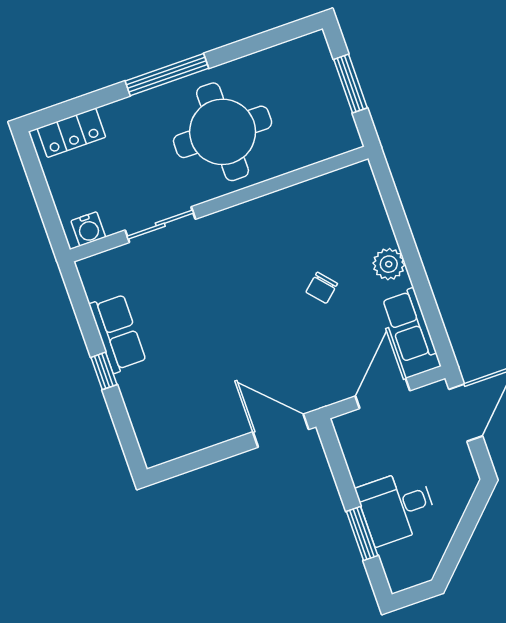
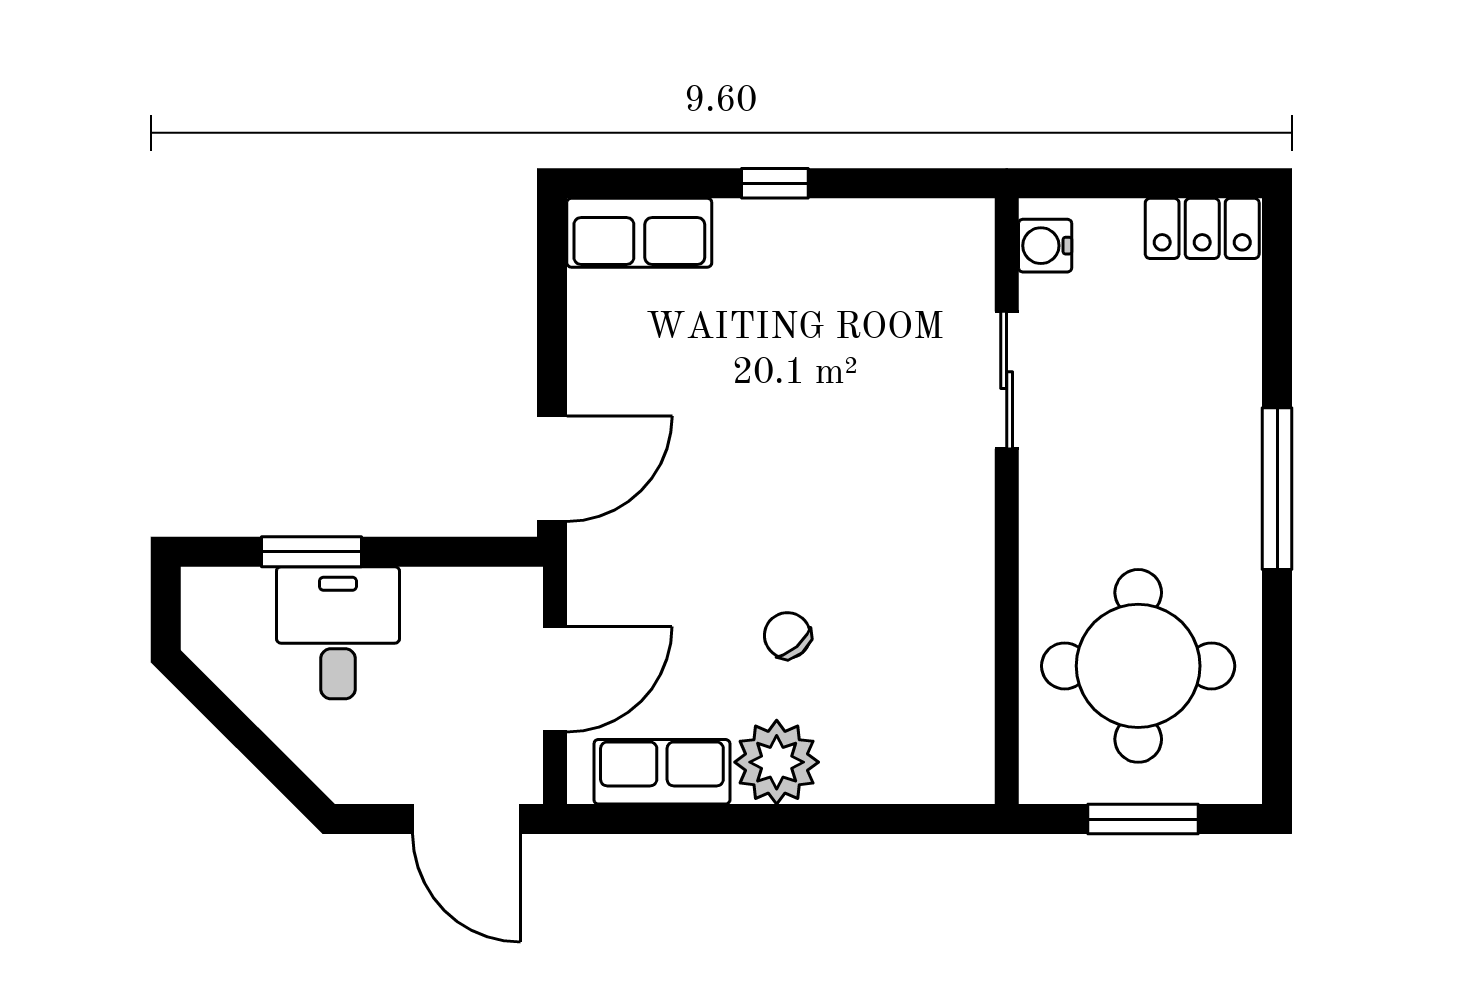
round table: (223, 132) -> (1138, 666), moved
locker: (71, 133) -> (1202, 228), moved, turned -90
plant: (389, 264) -> (777, 762), width x1.36, depth x1.36
row of seats: (118, 333) -> (639, 233), moved
door: (383, 393) -> (555, 679), hinge flipped

